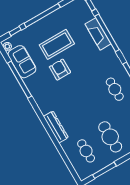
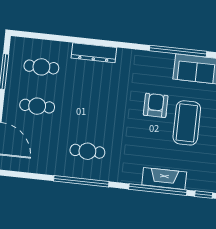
armchair: (60, 70) -> (156, 105), turned -90
cafe table: (110, 137) -> (37, 106), width x0.73, depth x0.74

